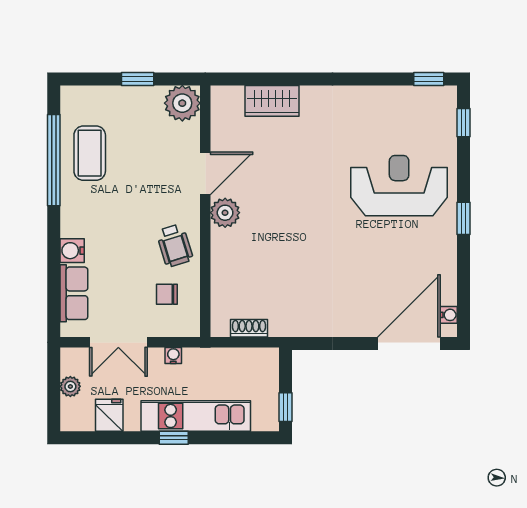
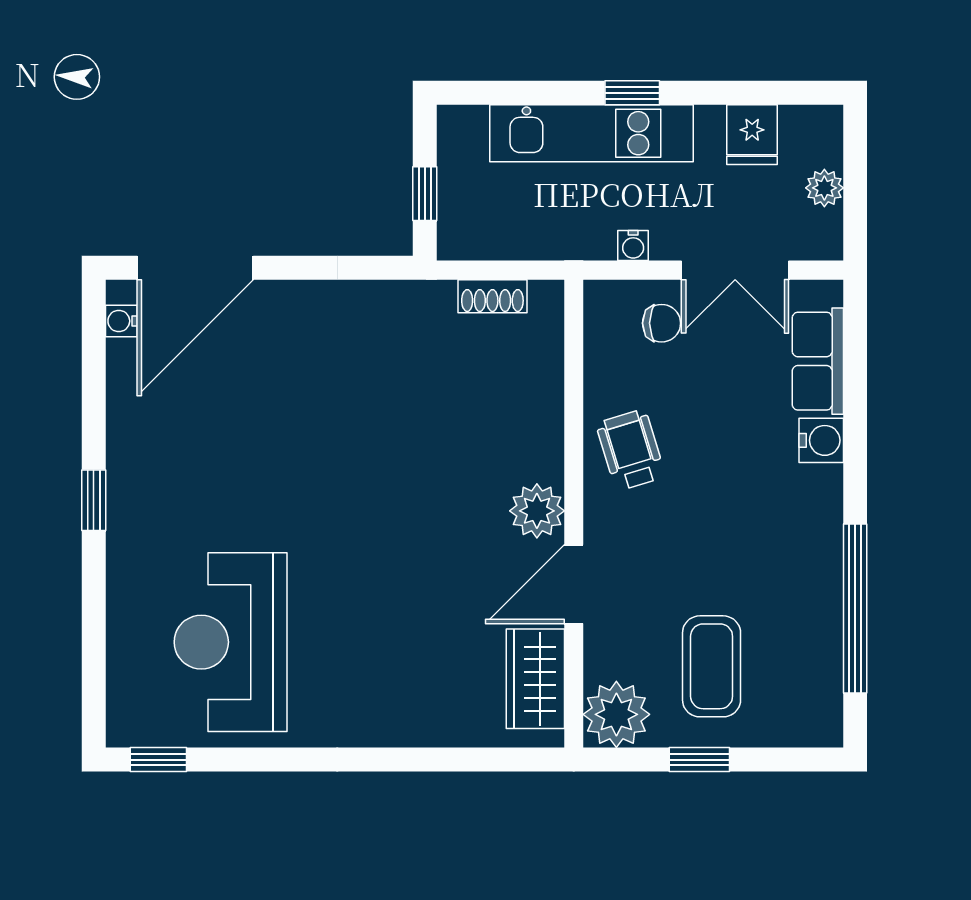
wardrobe: (272, 101) -> (535, 679), moved, turned -90
window: (464, 123) -> (94, 678), removed
coffee table: (90, 153) -> (712, 666), moved
reception desk: (399, 186) -> (231, 642), moved, turned 90
chair: (167, 294) -> (662, 323), moved
double door: (118, 342) -> (735, 270), swing flipped
window: (285, 407) -> (425, 194), moved

